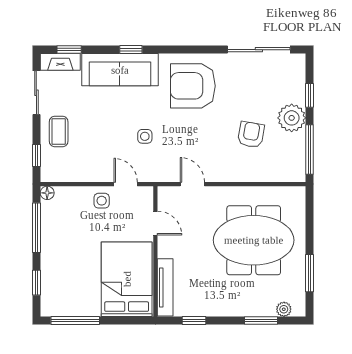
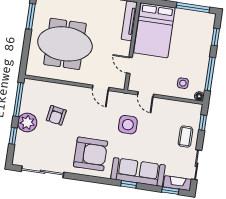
side table: (145, 136) -> (128, 125), width x1.87, depth x1.87
side table: (102, 201) -> (183, 83), moved

